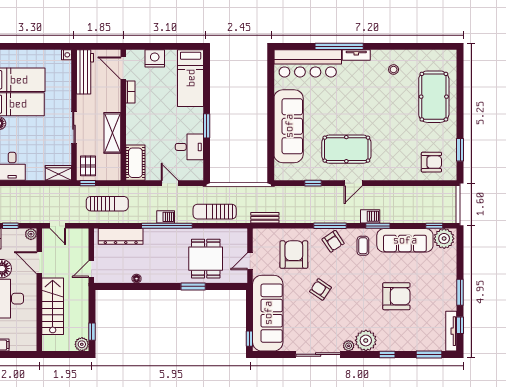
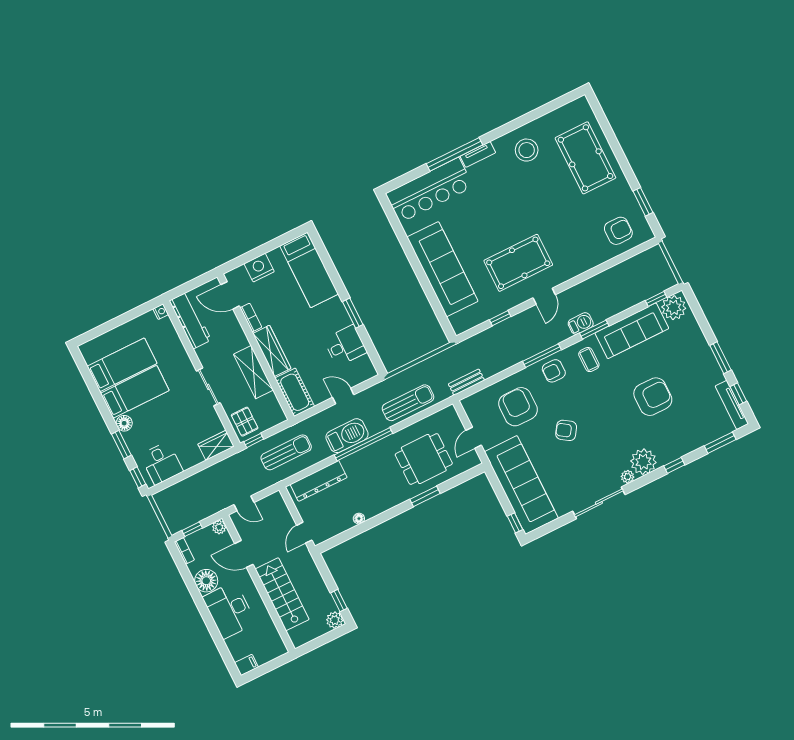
stool: (394, 70) -> (527, 150), width x1.89, depth x1.89
wardrobe: (134, 124) -> (272, 351), added
sun lounger: (215, 212) -> (408, 403), turned 180
barbecue: (166, 217) -> (347, 436), width x1.88, depth x1.53
armchair: (333, 241) -> (554, 371), turned 124
dining table: (206, 259) -> (424, 459), turned 90

